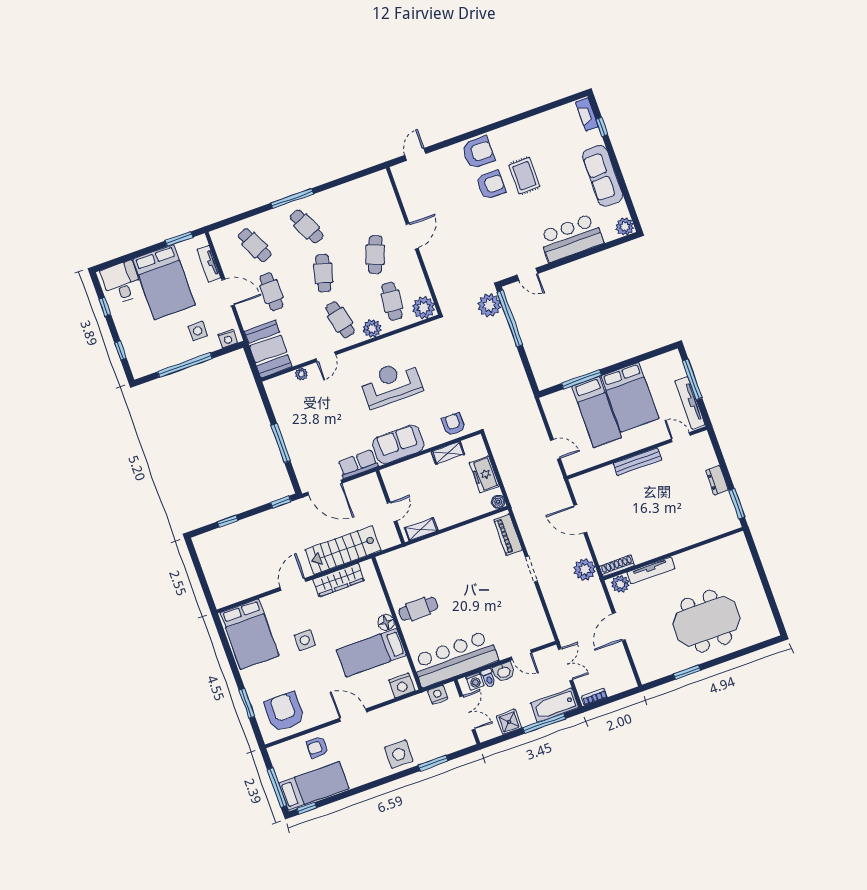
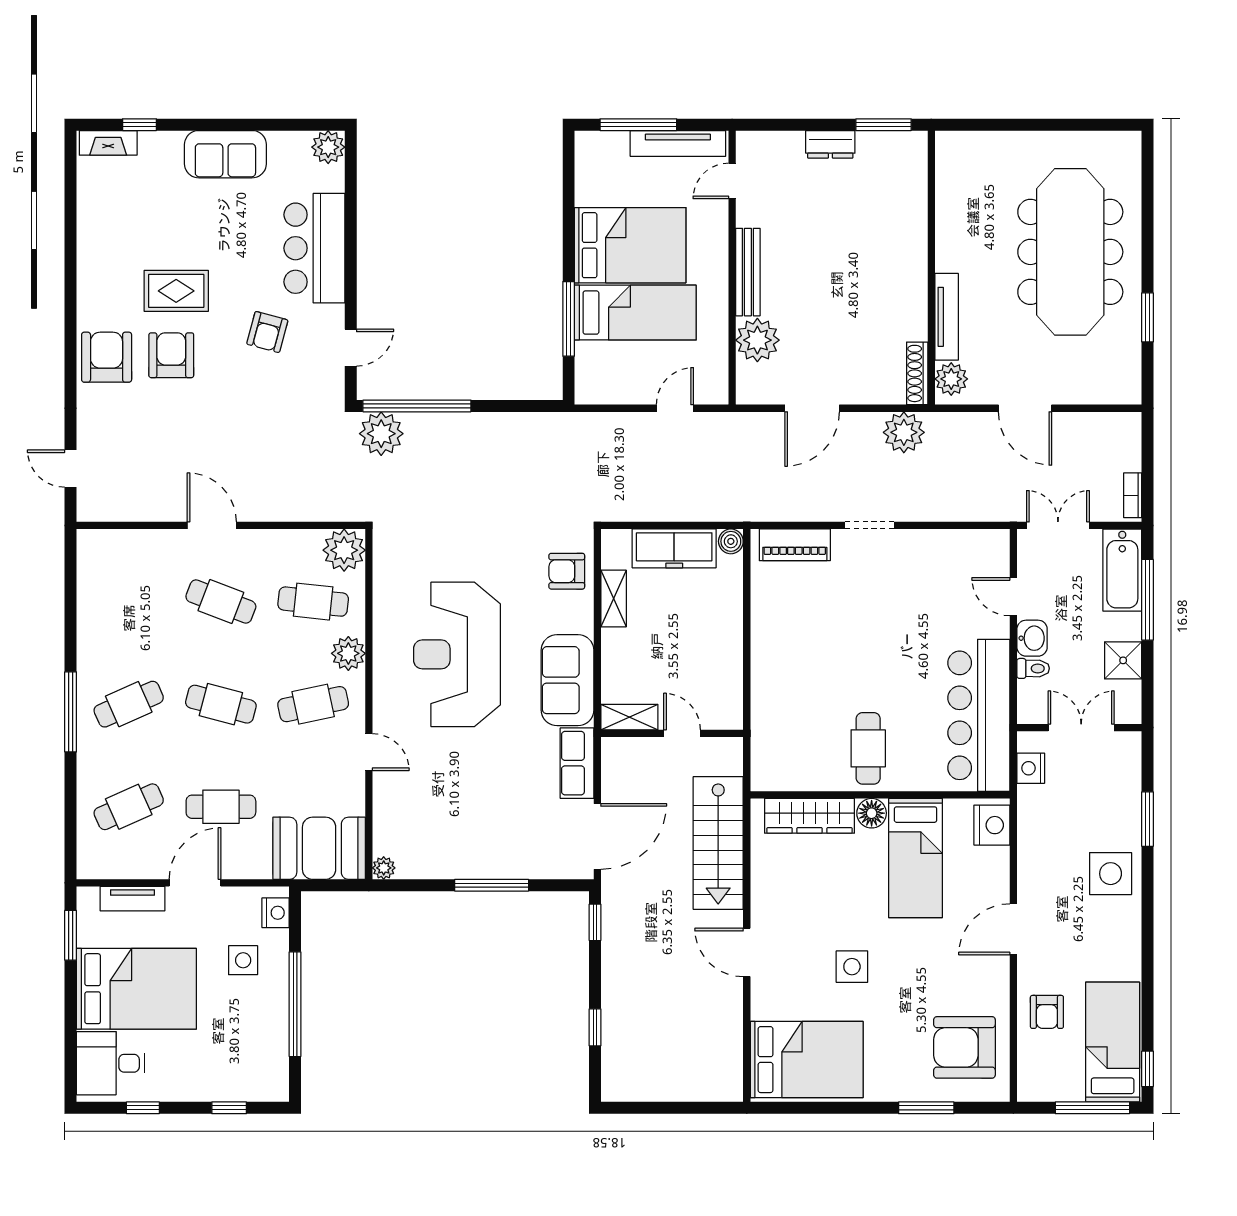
sofa: (603, 176) -> (225, 154), width x0.73
armchair: (520, 229) -> (267, 332), added
plant: (301, 374) -> (384, 868), moved
reception desk: (391, 384) -> (457, 654), width x1.36, depth x1.30
freezer: (484, 474) -> (674, 548), width x1.40
plant: (605, 479) -> (757, 340), added
shelving: (421, 529) -> (629, 717), moved, turned 90
wardrobe: (339, 580) -> (809, 816), moved, turned 90
meeting table: (706, 621) -> (1070, 252), width x1.36
door: (521, 655) -> (1013, 597), swing flipped
washing machine: (475, 681) -> (1030, 694), removed

